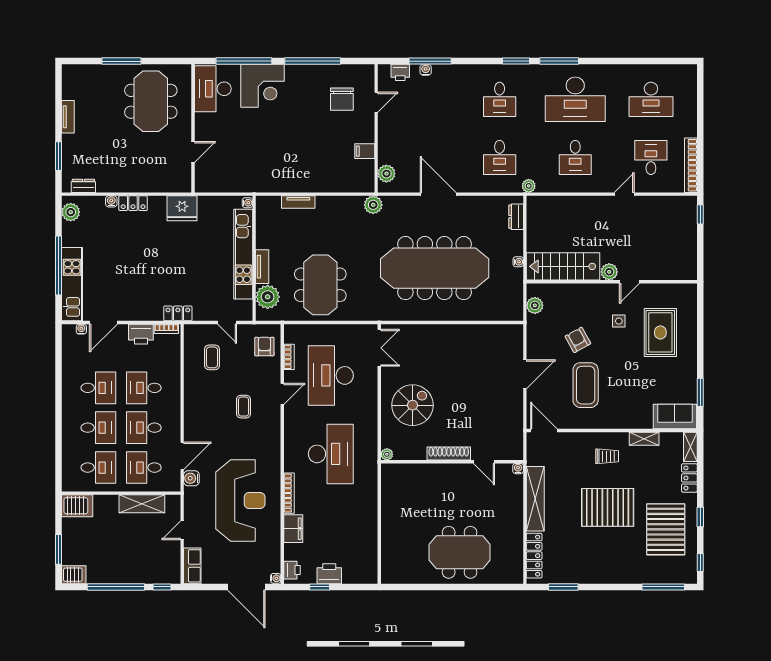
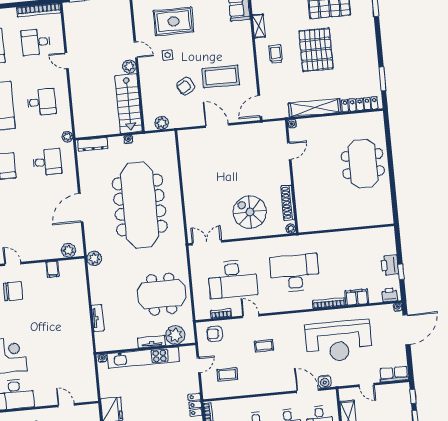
dresser: (516, 217) -> (93, 144), width x1.44
shoe rack: (449, 453) -> (288, 203), moved
reception desk: (240, 501) -> (339, 341), turned 180

